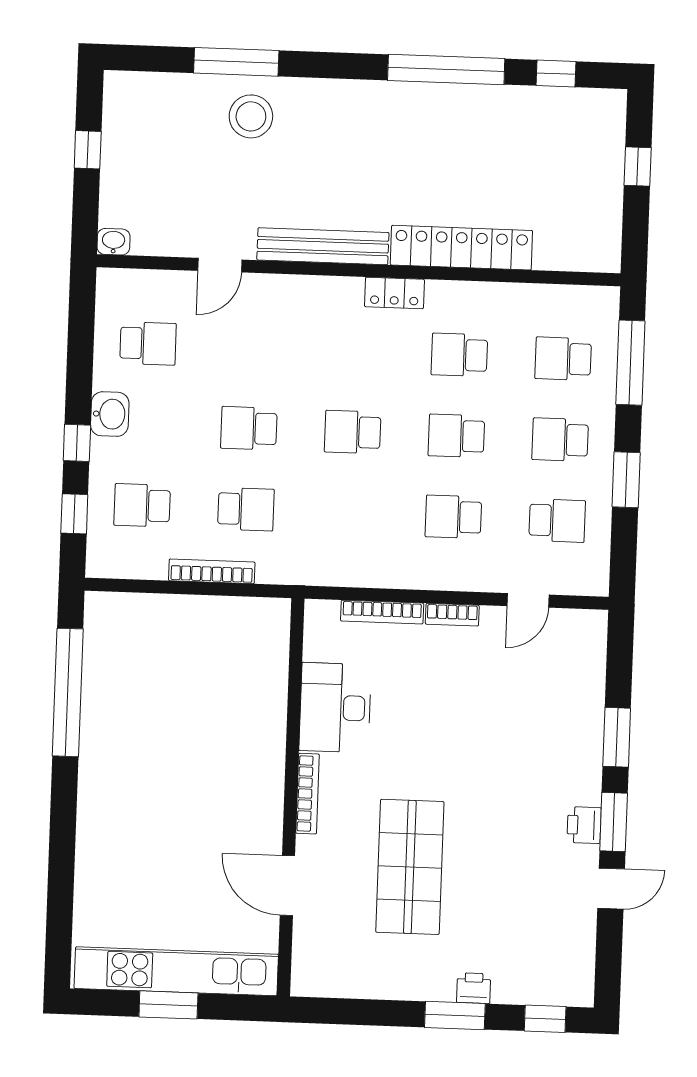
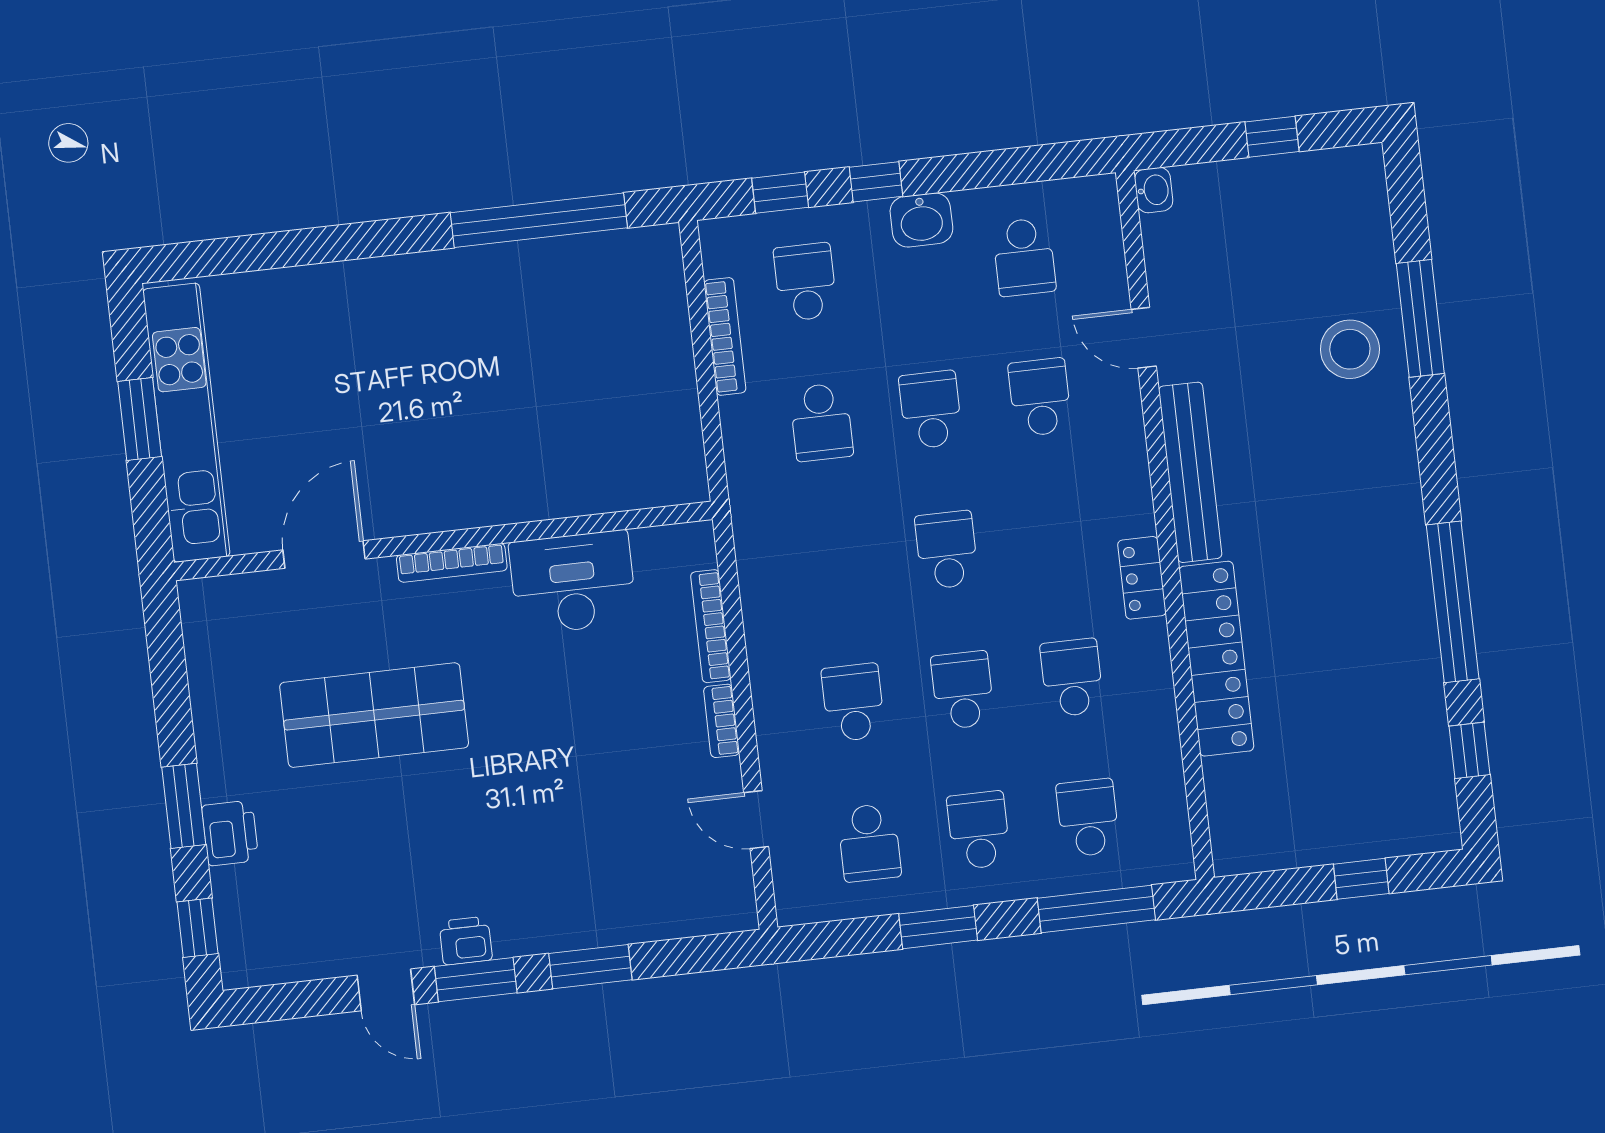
school desk: (252, 347) -> (1040, 397), added
bookcase: (212, 571) -> (725, 336), moved
printer: (474, 988) -> (230, 833), width x1.36, depth x1.24

